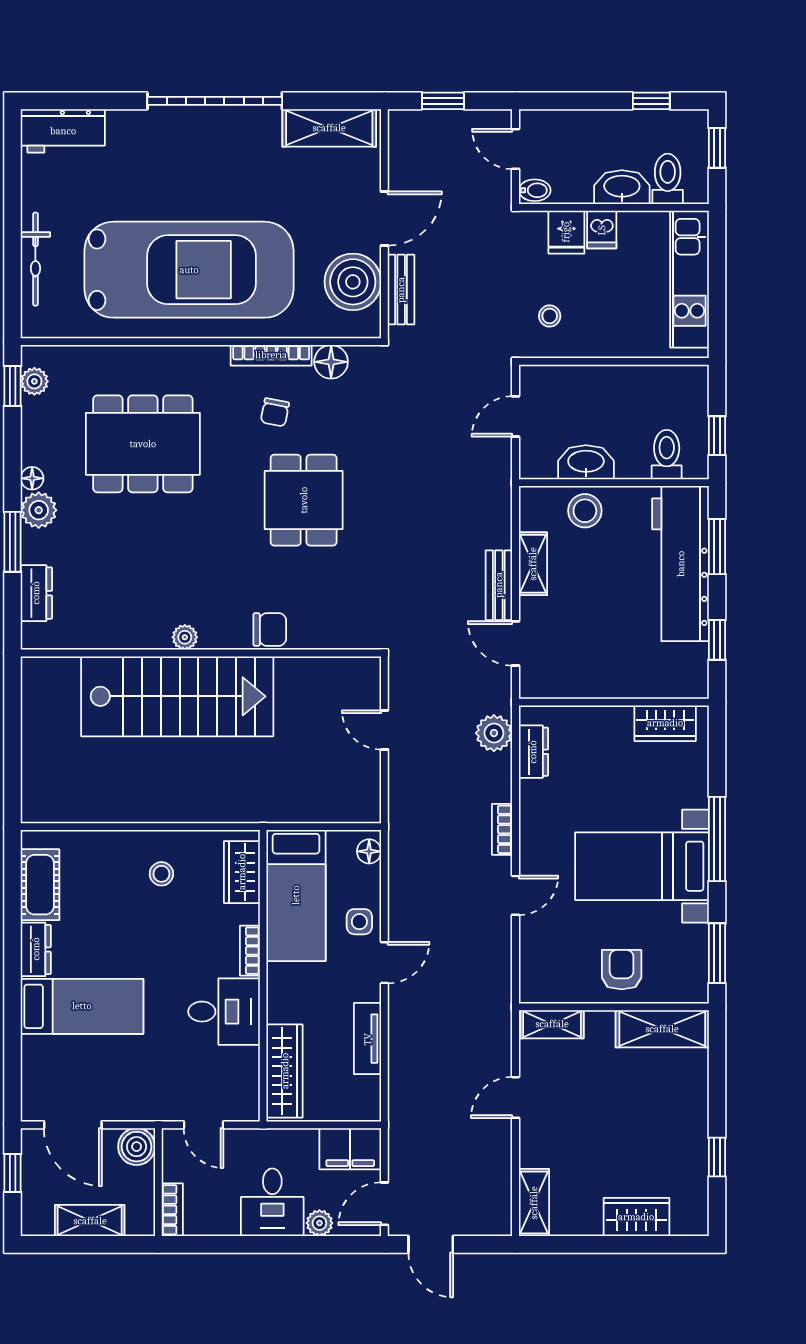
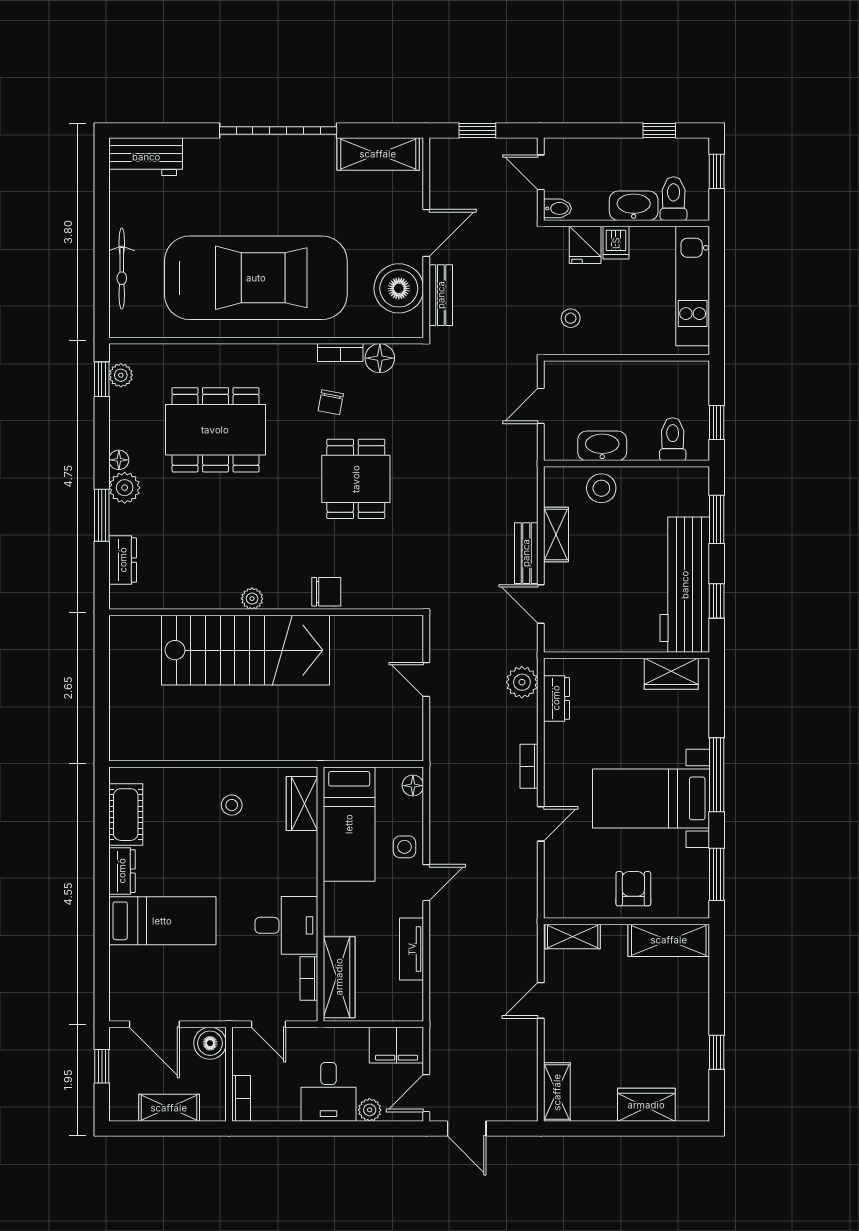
bookcase: (271, 355) -> (340, 353), width x0.64
workbench: (681, 564) -> (685, 585), moved
bookcase: (250, 951) -> (309, 979), moved

